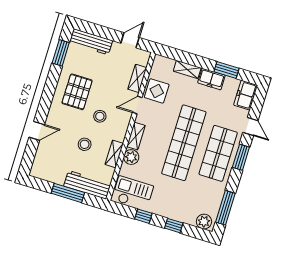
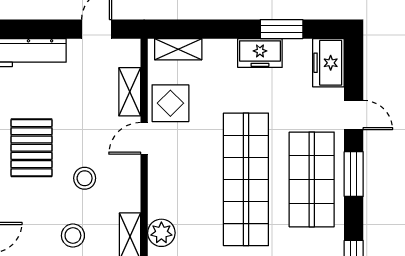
shelving: (187, 69) -> (178, 49), moved
shelving: (136, 136) -> (158, 193), removed

